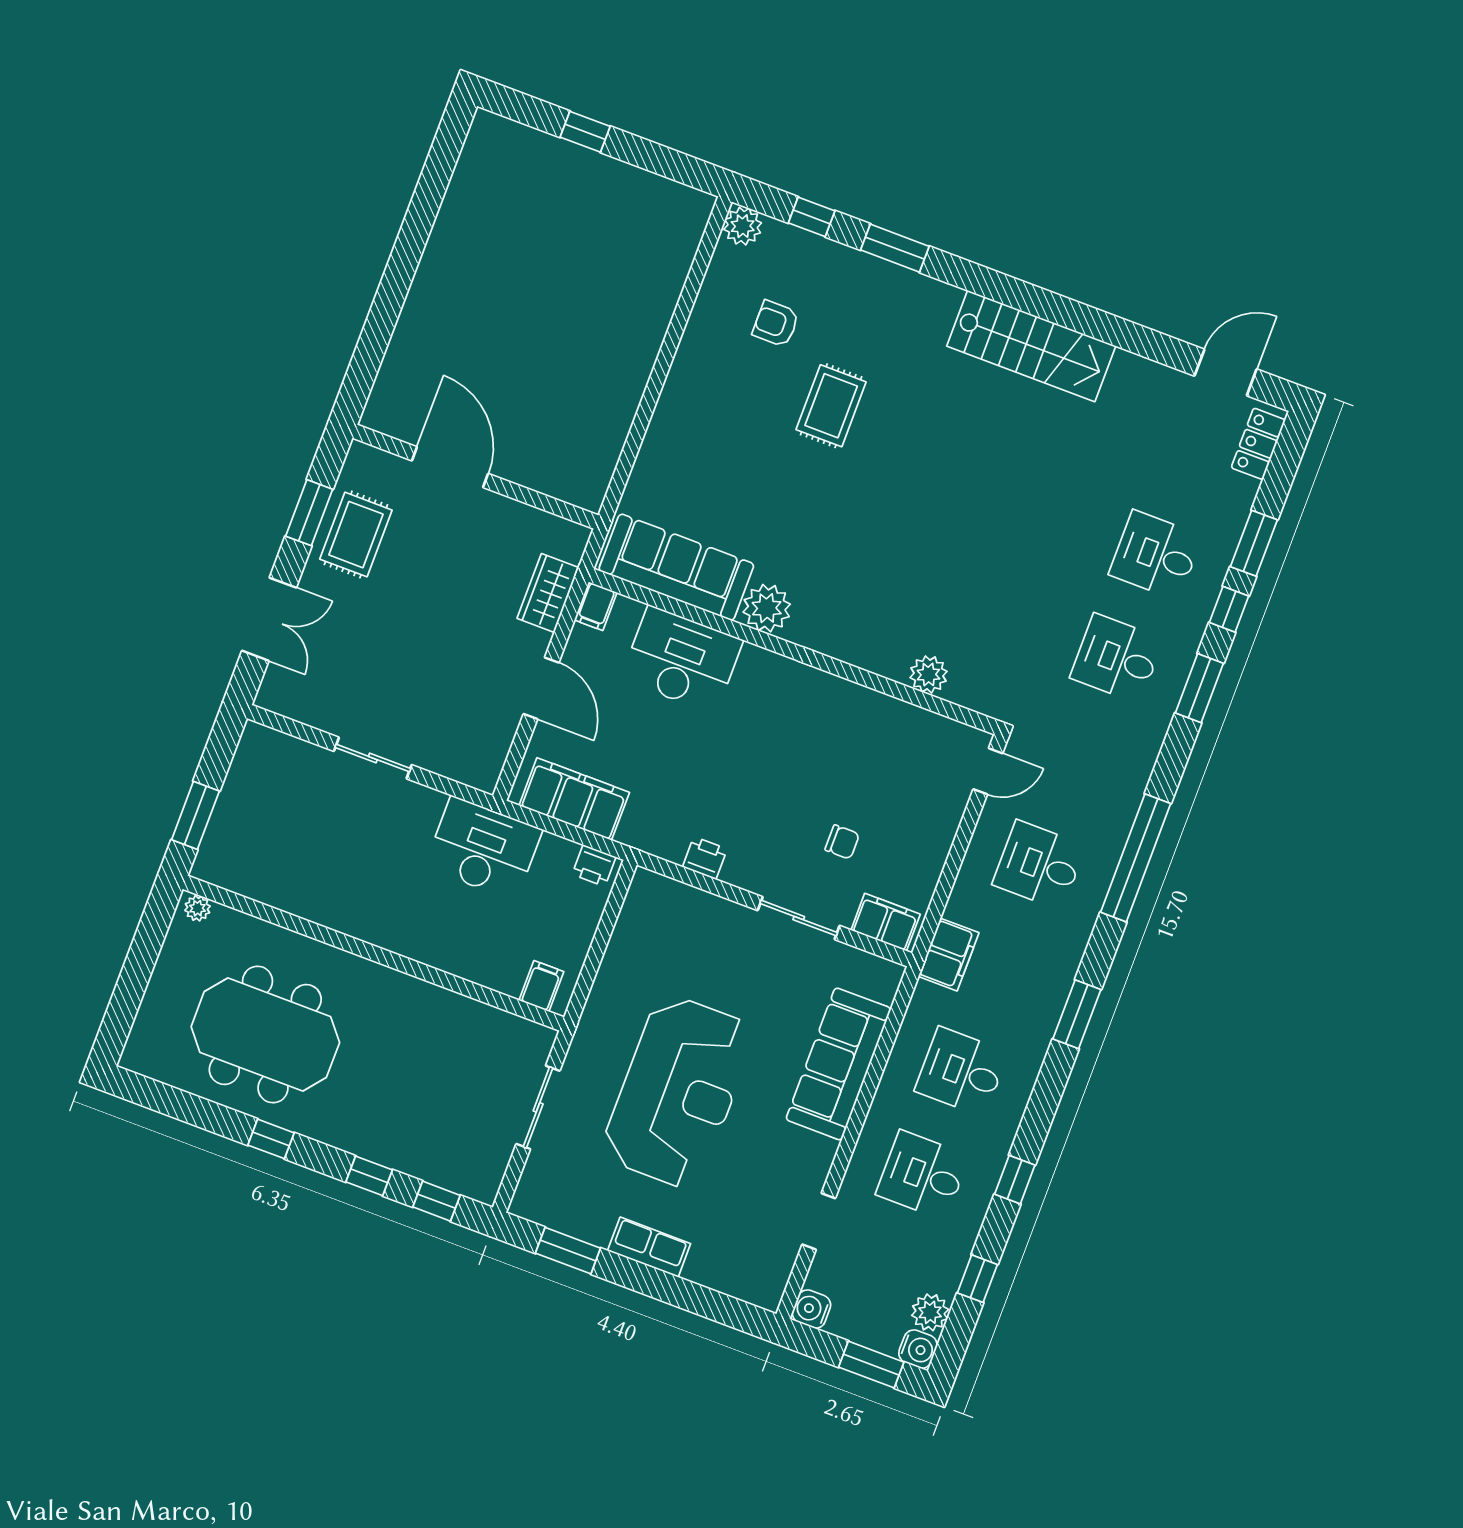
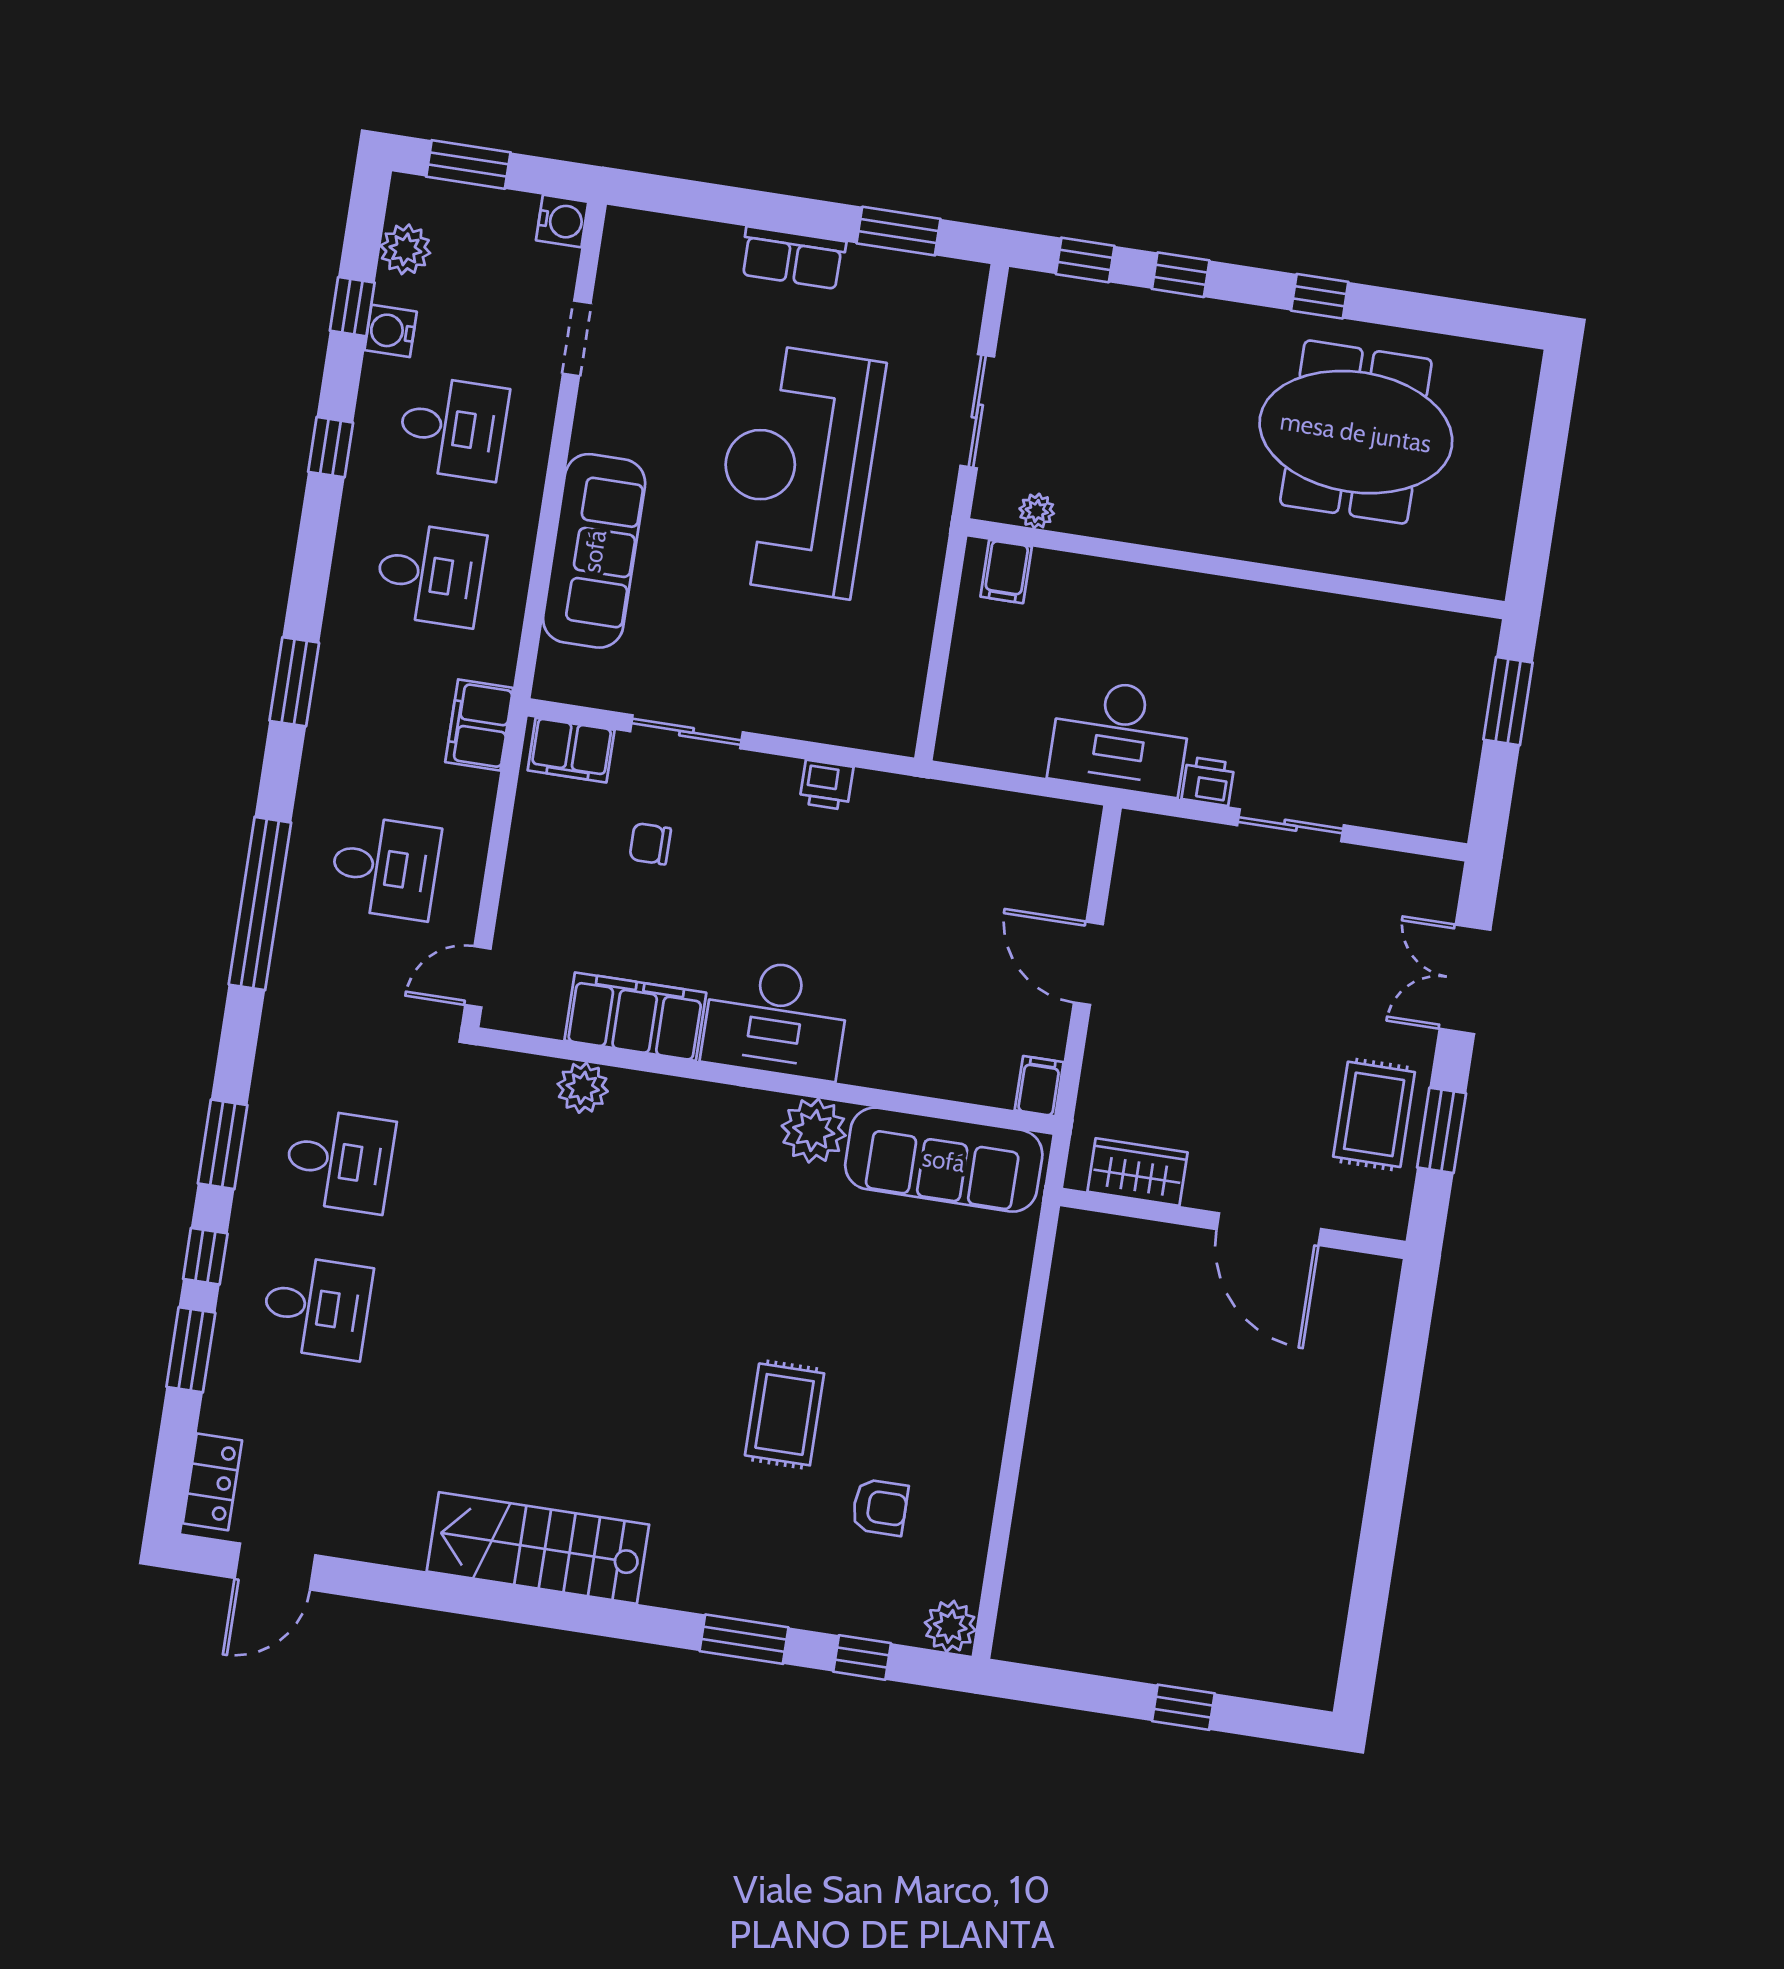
wardrobe: (548, 593) -> (1138, 1172), moved, turned -90
desk: (682, 660) -> (776, 1019), moved
filing cabinet: (574, 799) -> (635, 1017), moved, turned 180
printer: (594, 866) -> (1208, 781), moved
plant: (197, 908) -> (1037, 511), moved
water cooler: (918, 1349) -> (391, 331), moved

